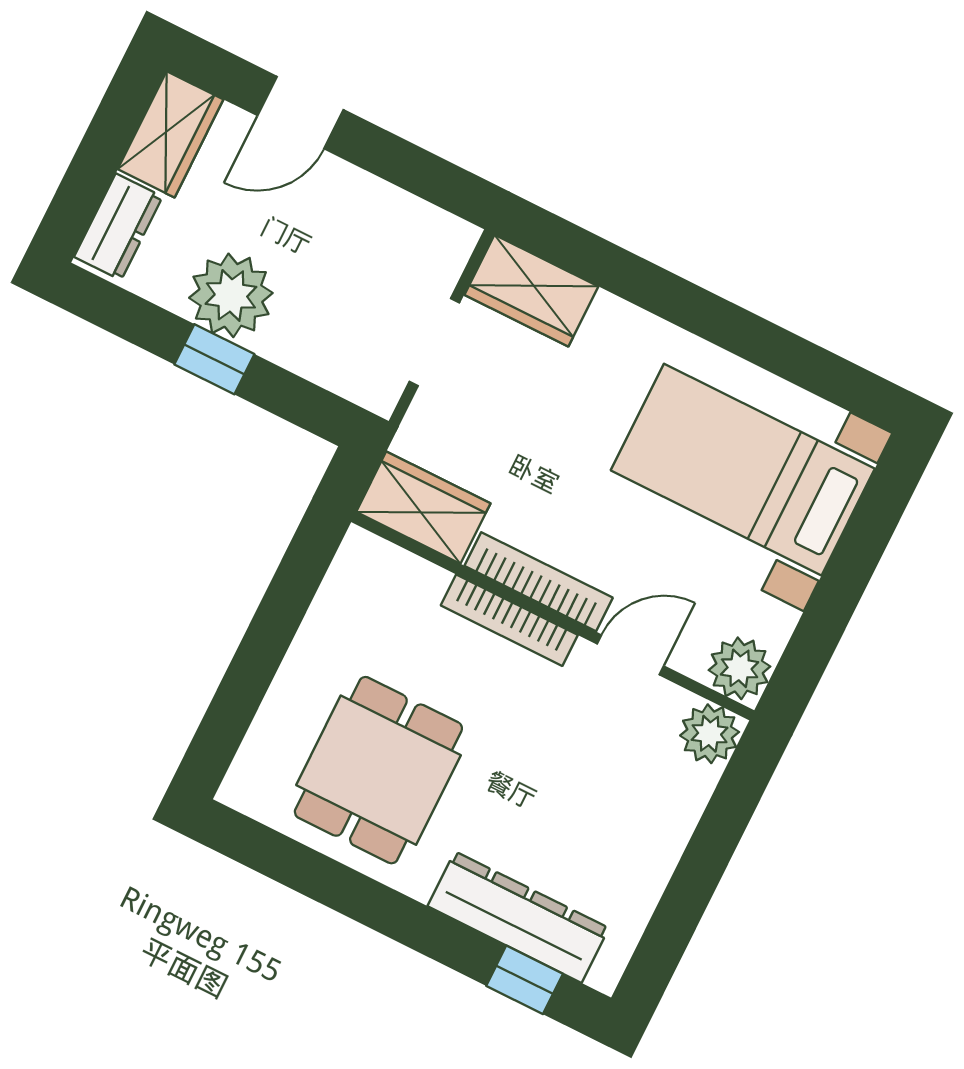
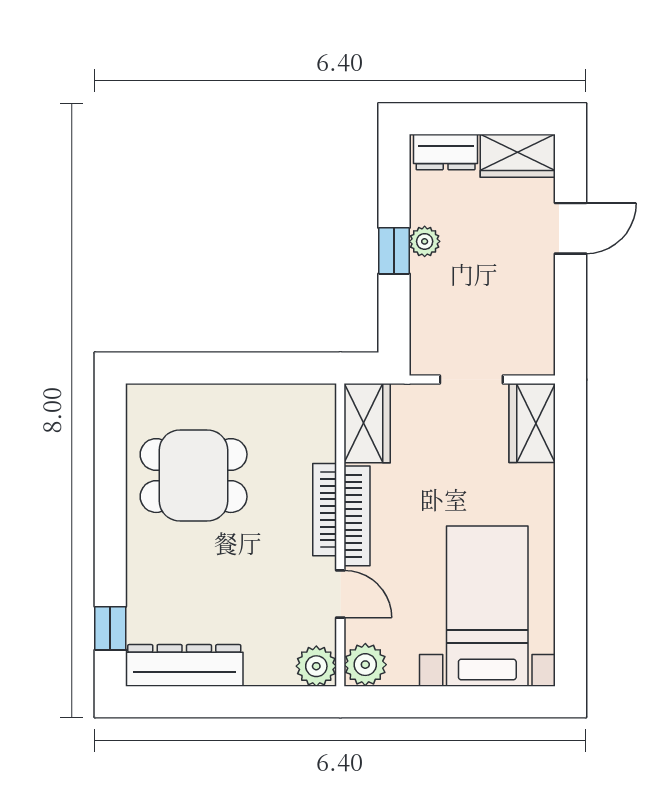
door: (300, 113) -> (570, 228), swing flipped
plant: (231, 295) -> (425, 241), width x0.53, depth x0.53
dresser: (518, 917) -> (184, 665), moved, turned -90

